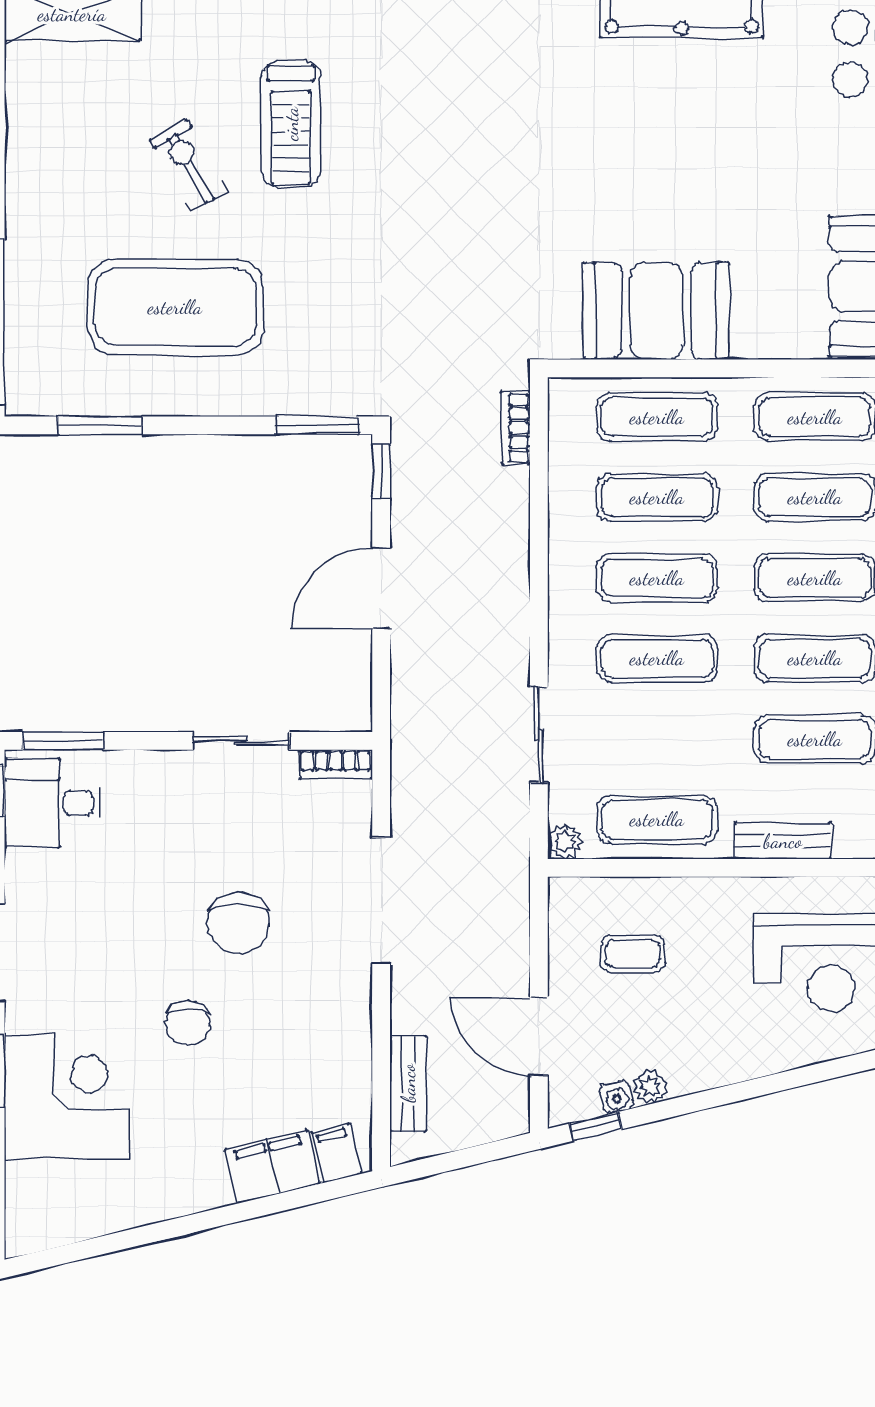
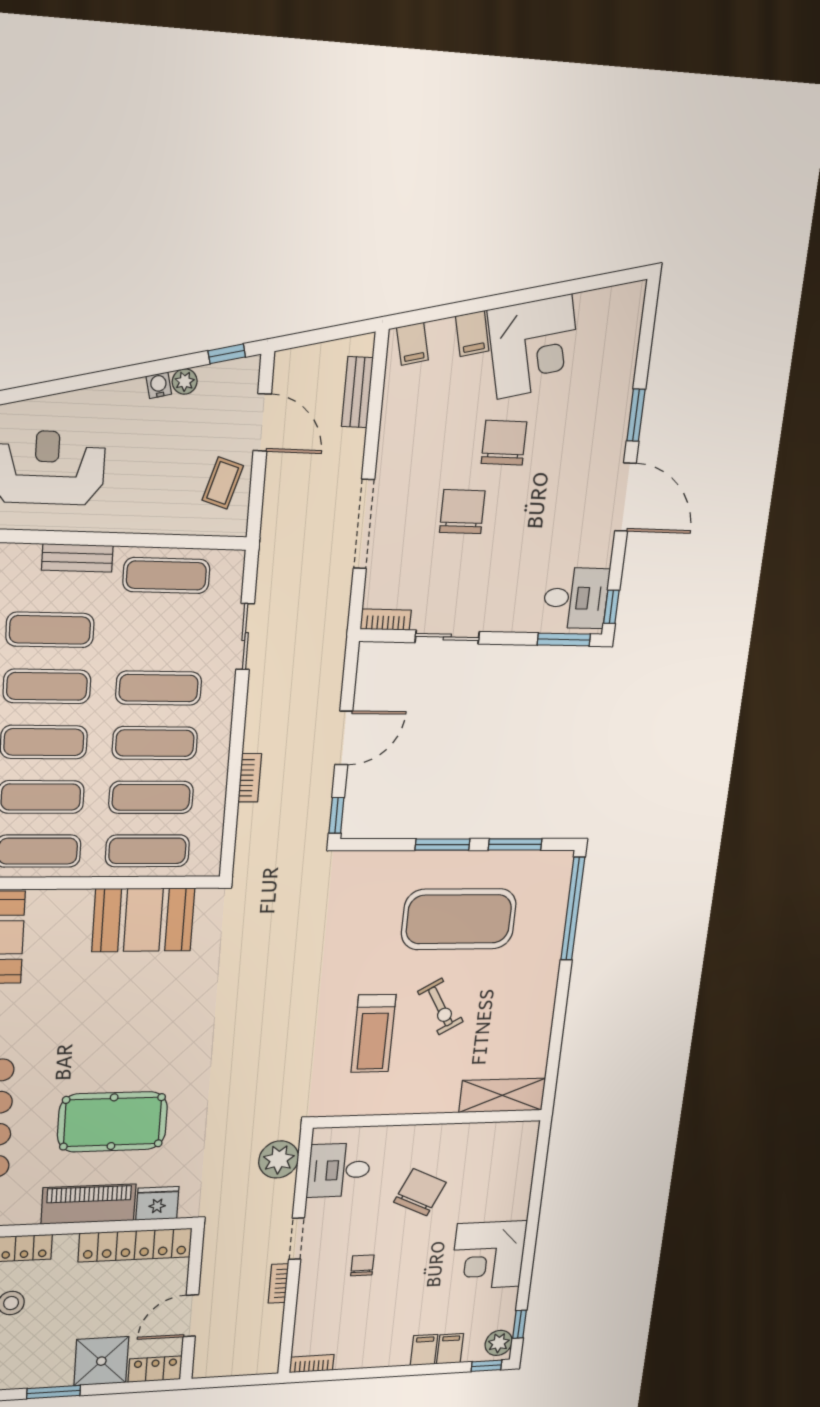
treadmill: (291, 124) -> (373, 1033), turned 180
window: (317, 425) -> (443, 845), moved
bookcase: (515, 428) -> (250, 778), moved
plant: (565, 841) -> (233, 562), removed
coffee table: (633, 954) -> (223, 483), moved, turned -73
chair: (188, 1023) -> (504, 443), width x1.37, depth x1.37
corner desk: (67, 1097) -> (534, 347), moved, turned -104
water cooler: (616, 1097) -> (159, 385), moved
filing cabinet: (272, 1166) -> (472, 334), width x0.50

